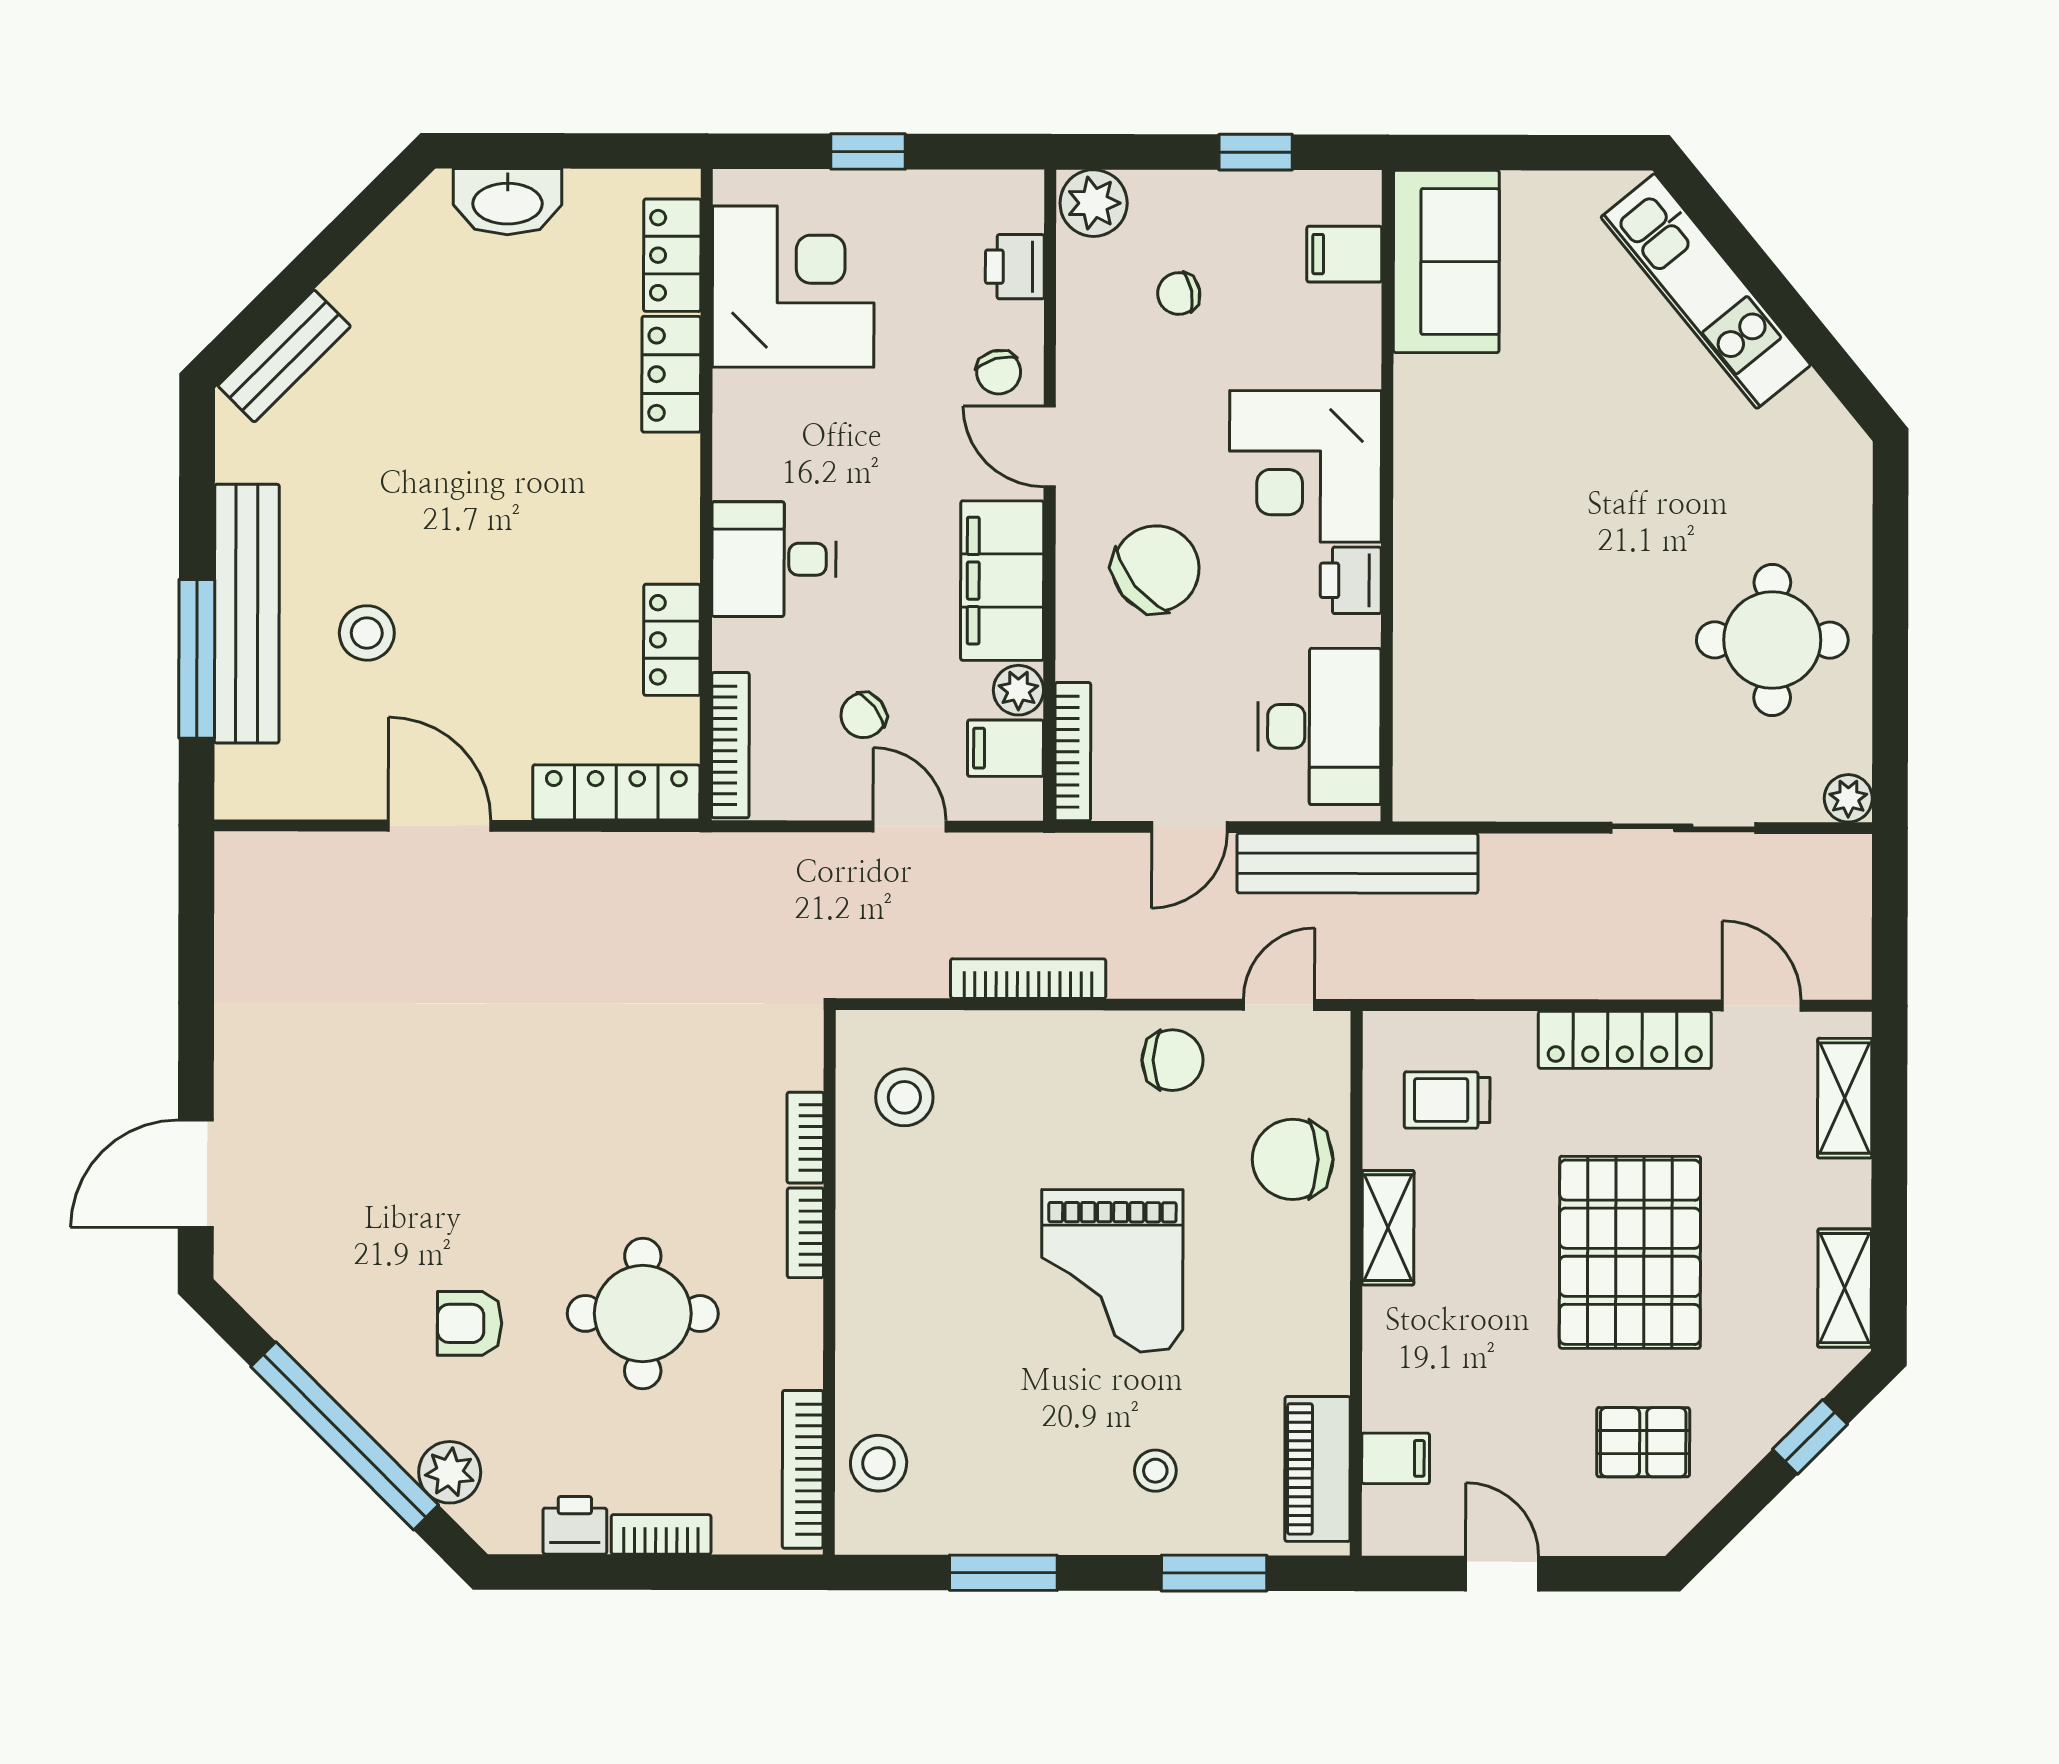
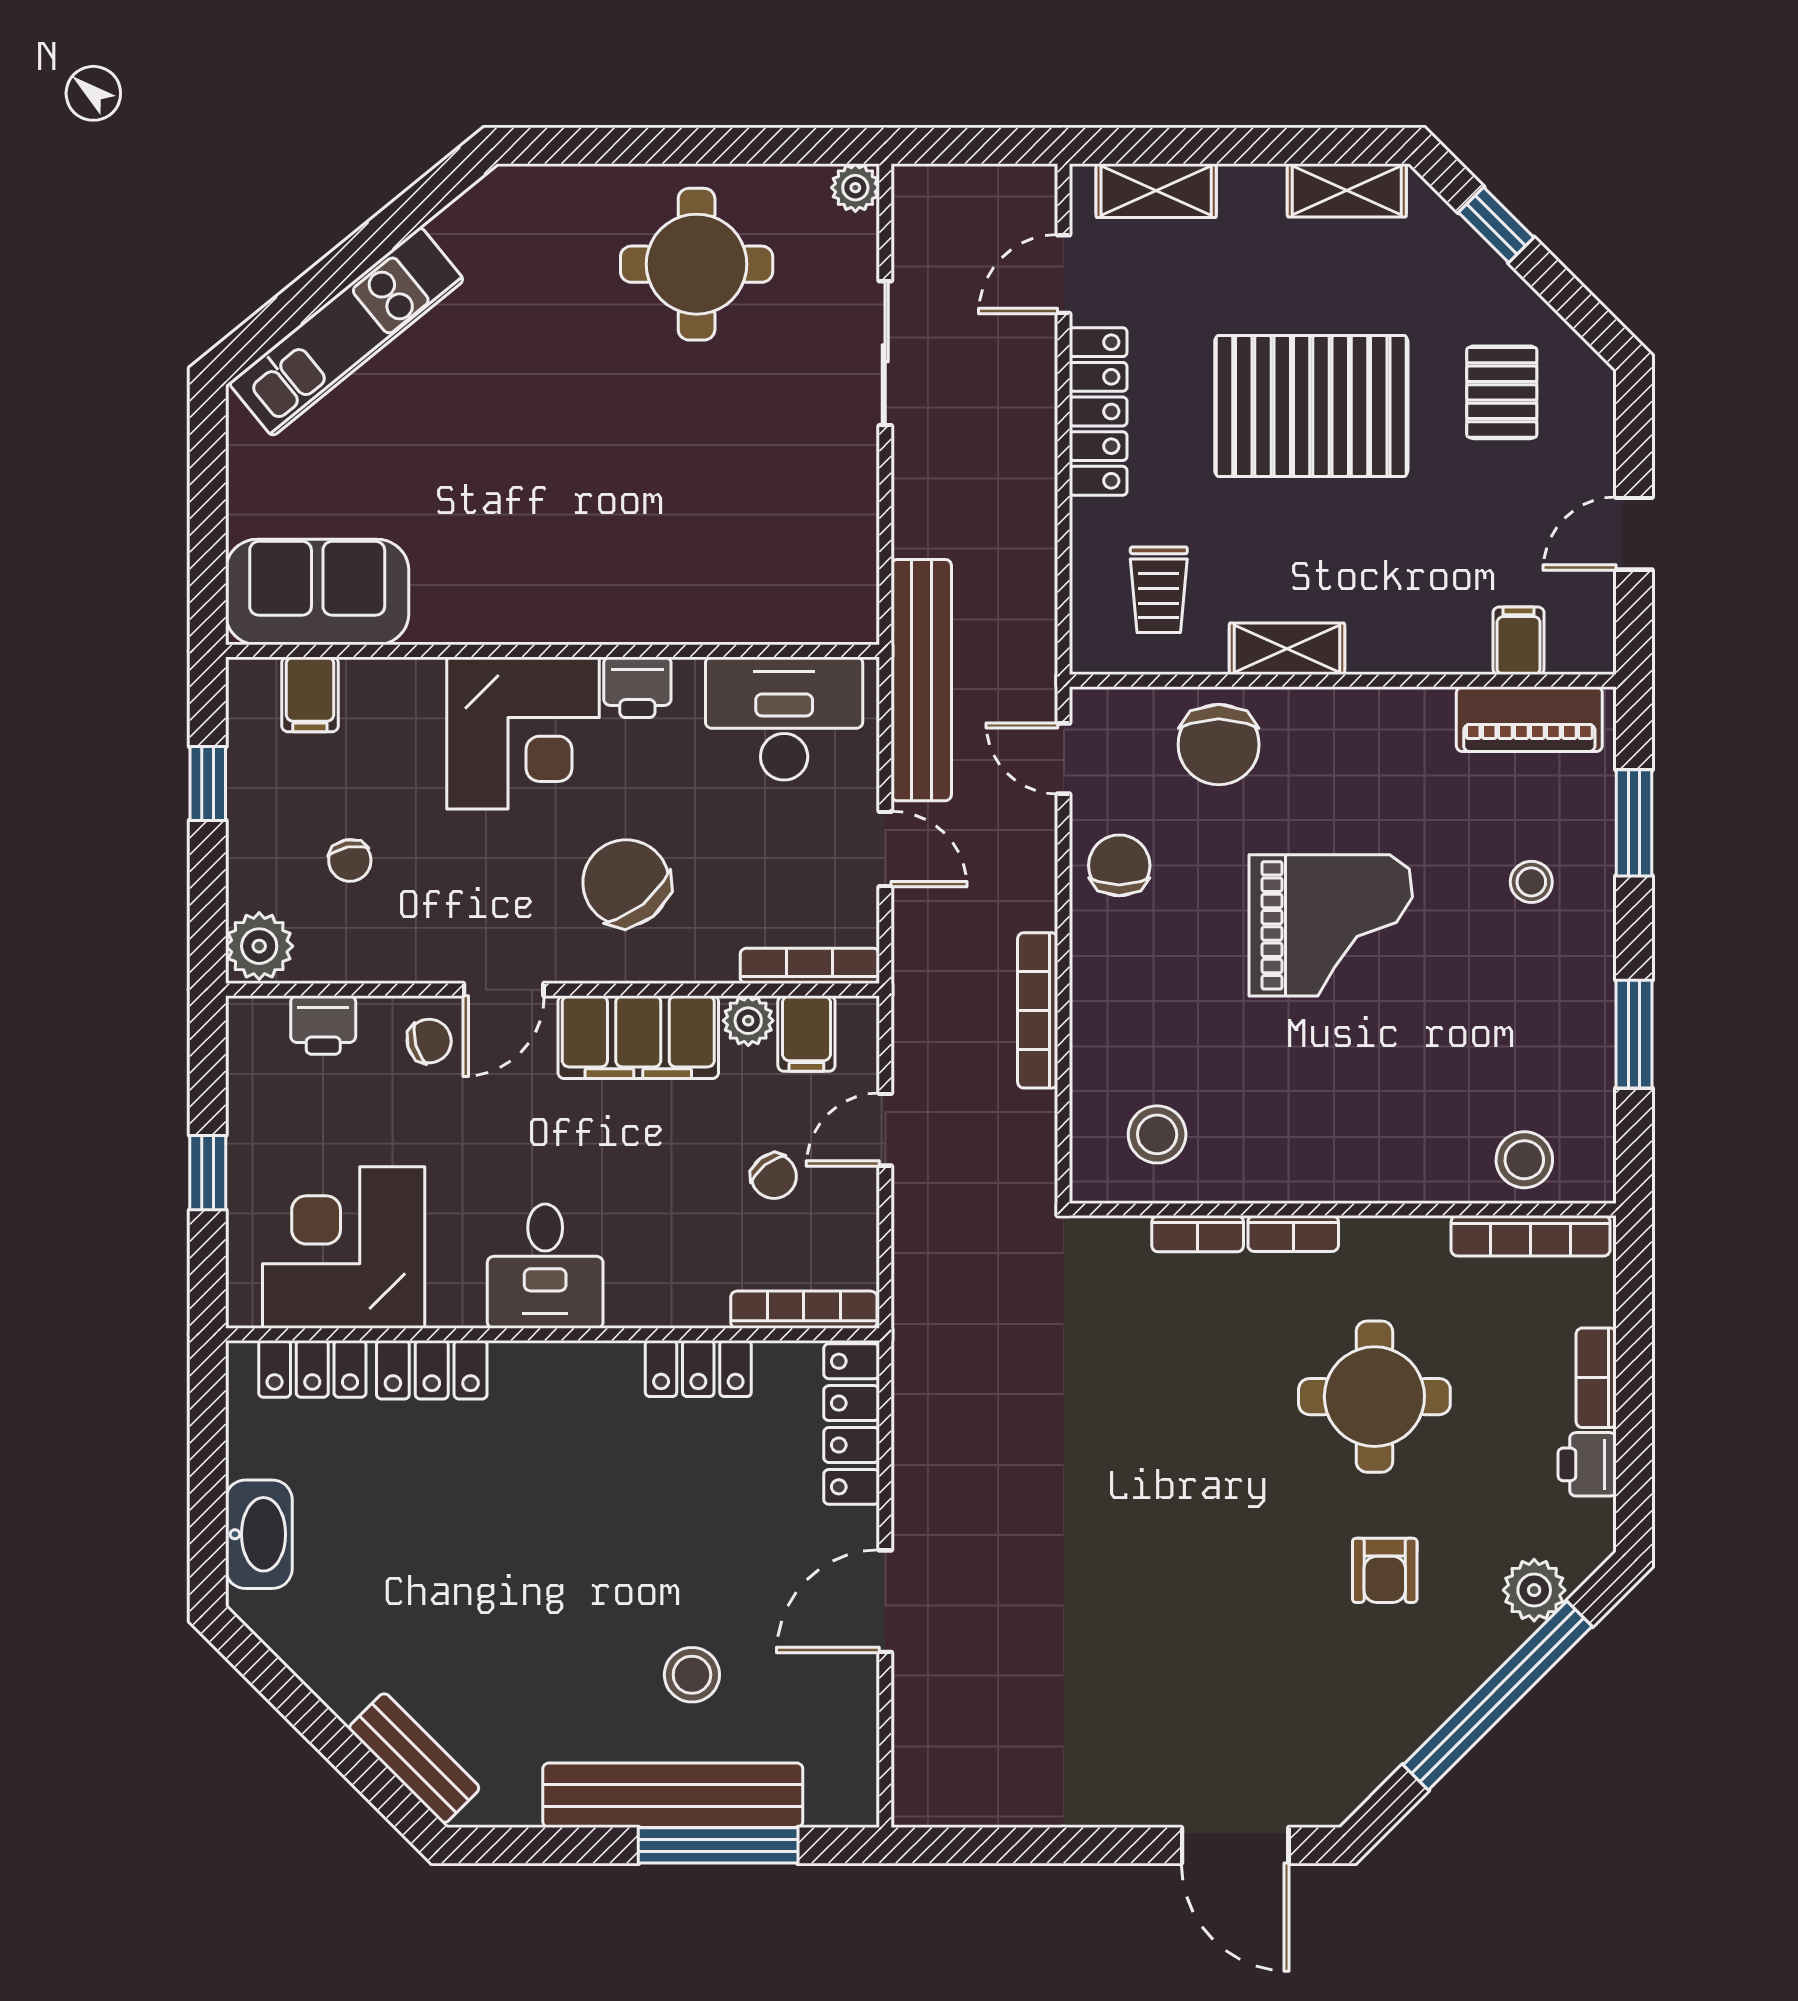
desk: (774, 559) -> (545, 1266), moved

